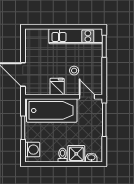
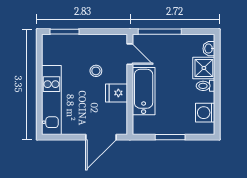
kitchen unit: (76, 36) -> (51, 100), moved
door: (87, 97) -> (130, 54), swing flipped
bathtub: (52, 110) -> (144, 91), width x0.73, depth x0.73
washing machine: (32, 150) -> (205, 113), moved, turned -90

